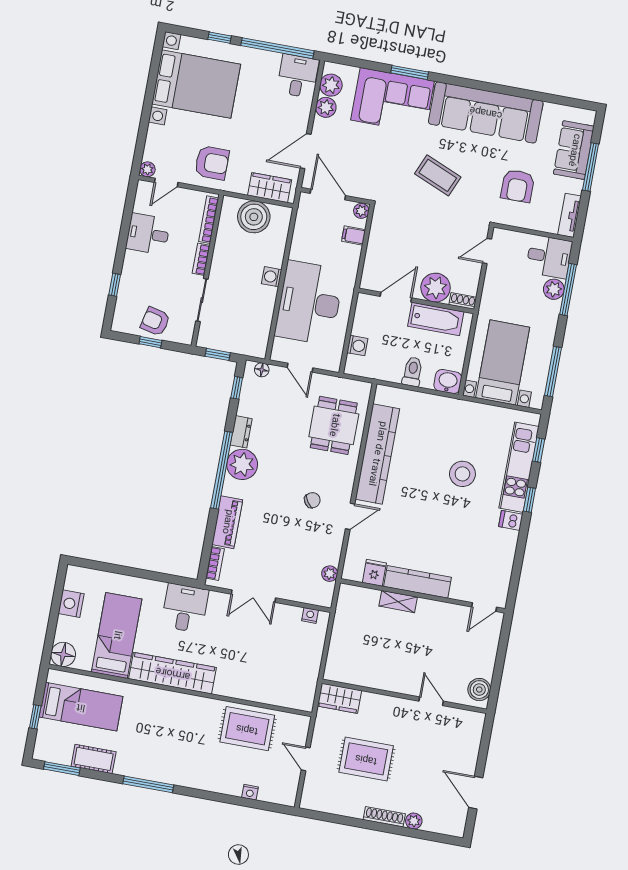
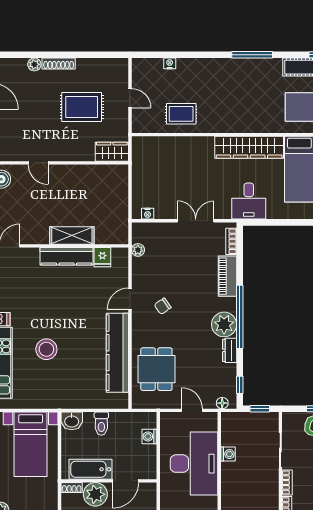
washing machine: (272, 277) -> (228, 454), moved
shelving: (398, 602) -> (72, 235), width x1.50, depth x1.33
rug: (247, 729) -> (181, 114), width x0.73, depth x0.70

